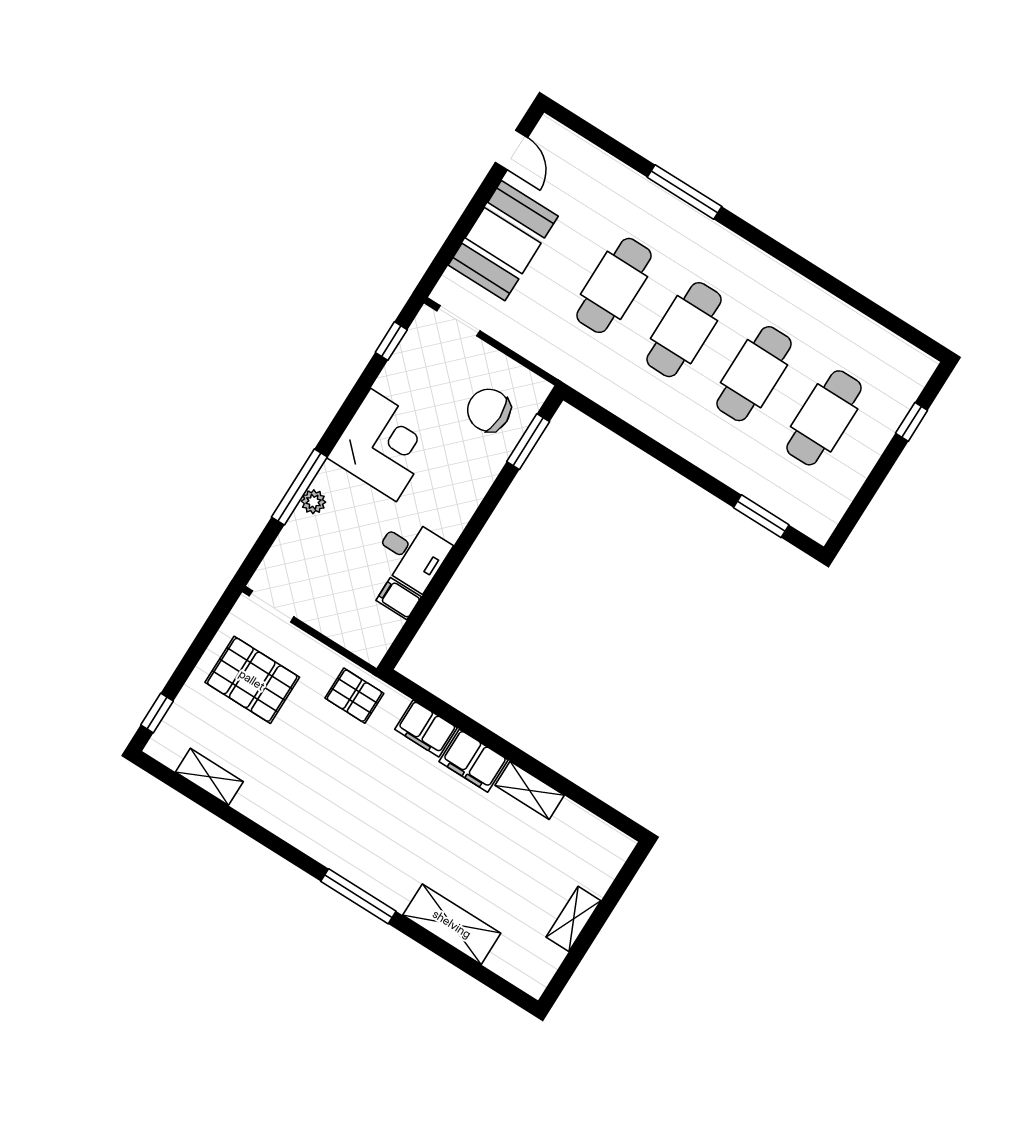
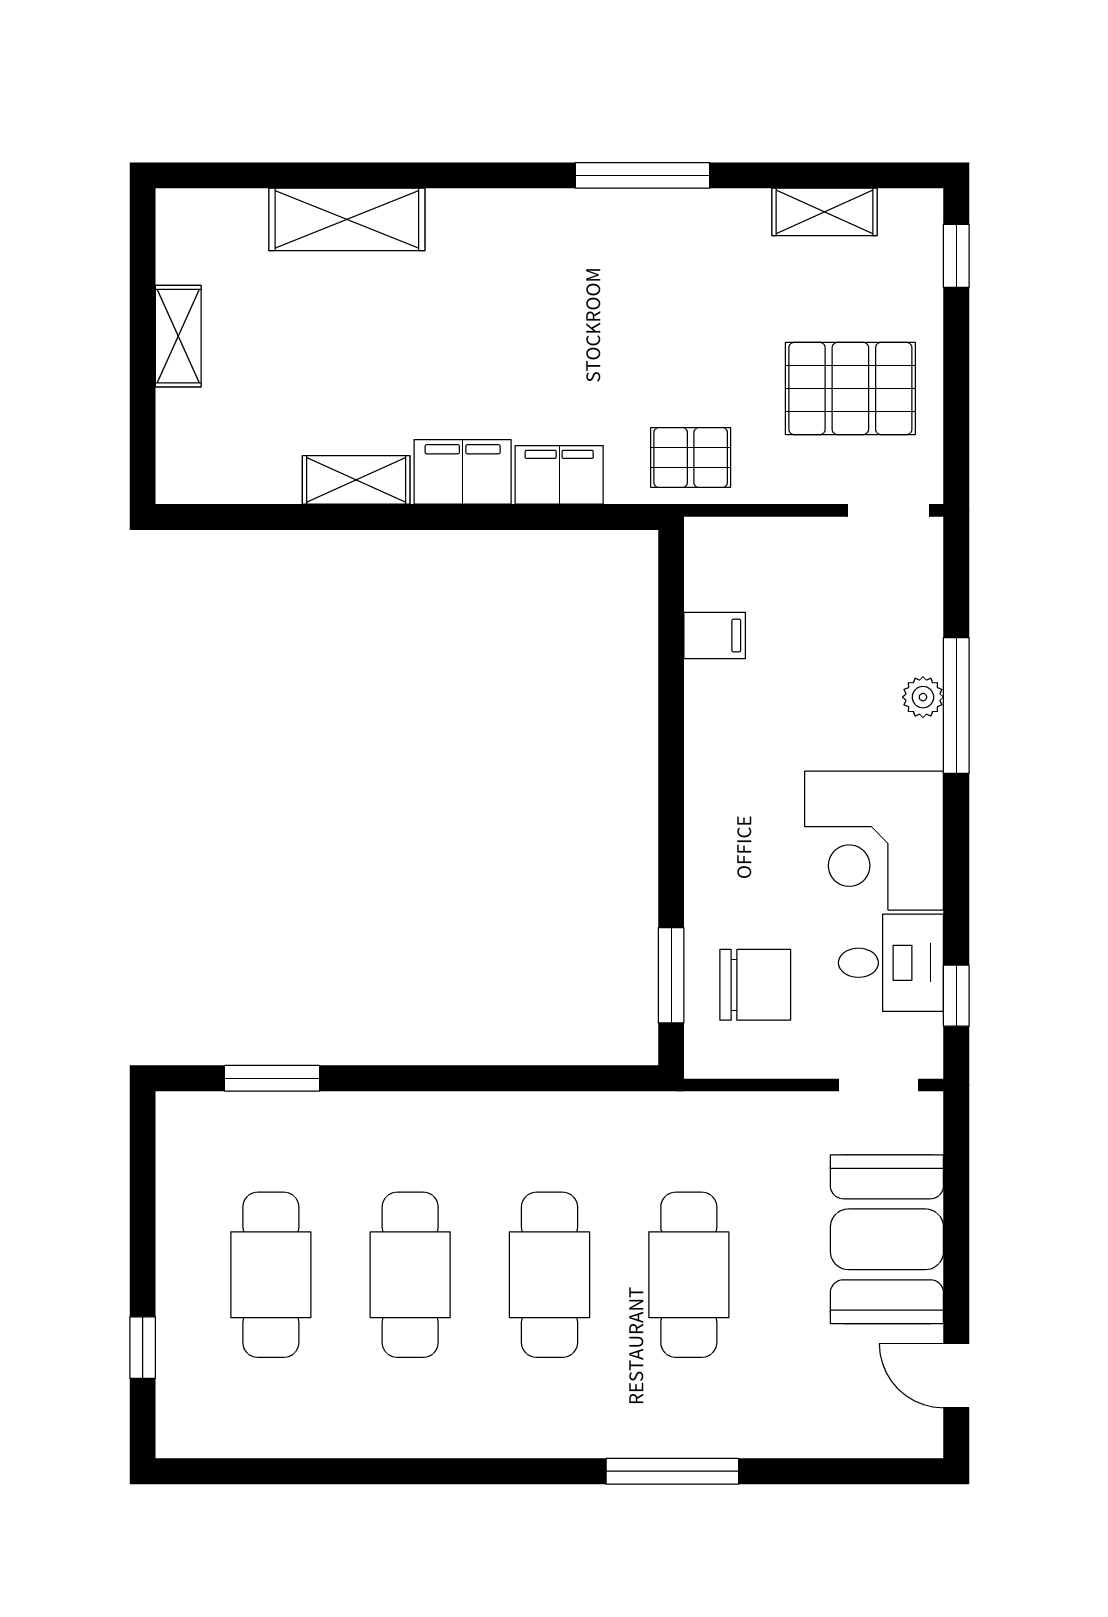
desk: (412, 554) -> (891, 963), moved, turned 180
window: (358, 896) -> (642, 175), moved

